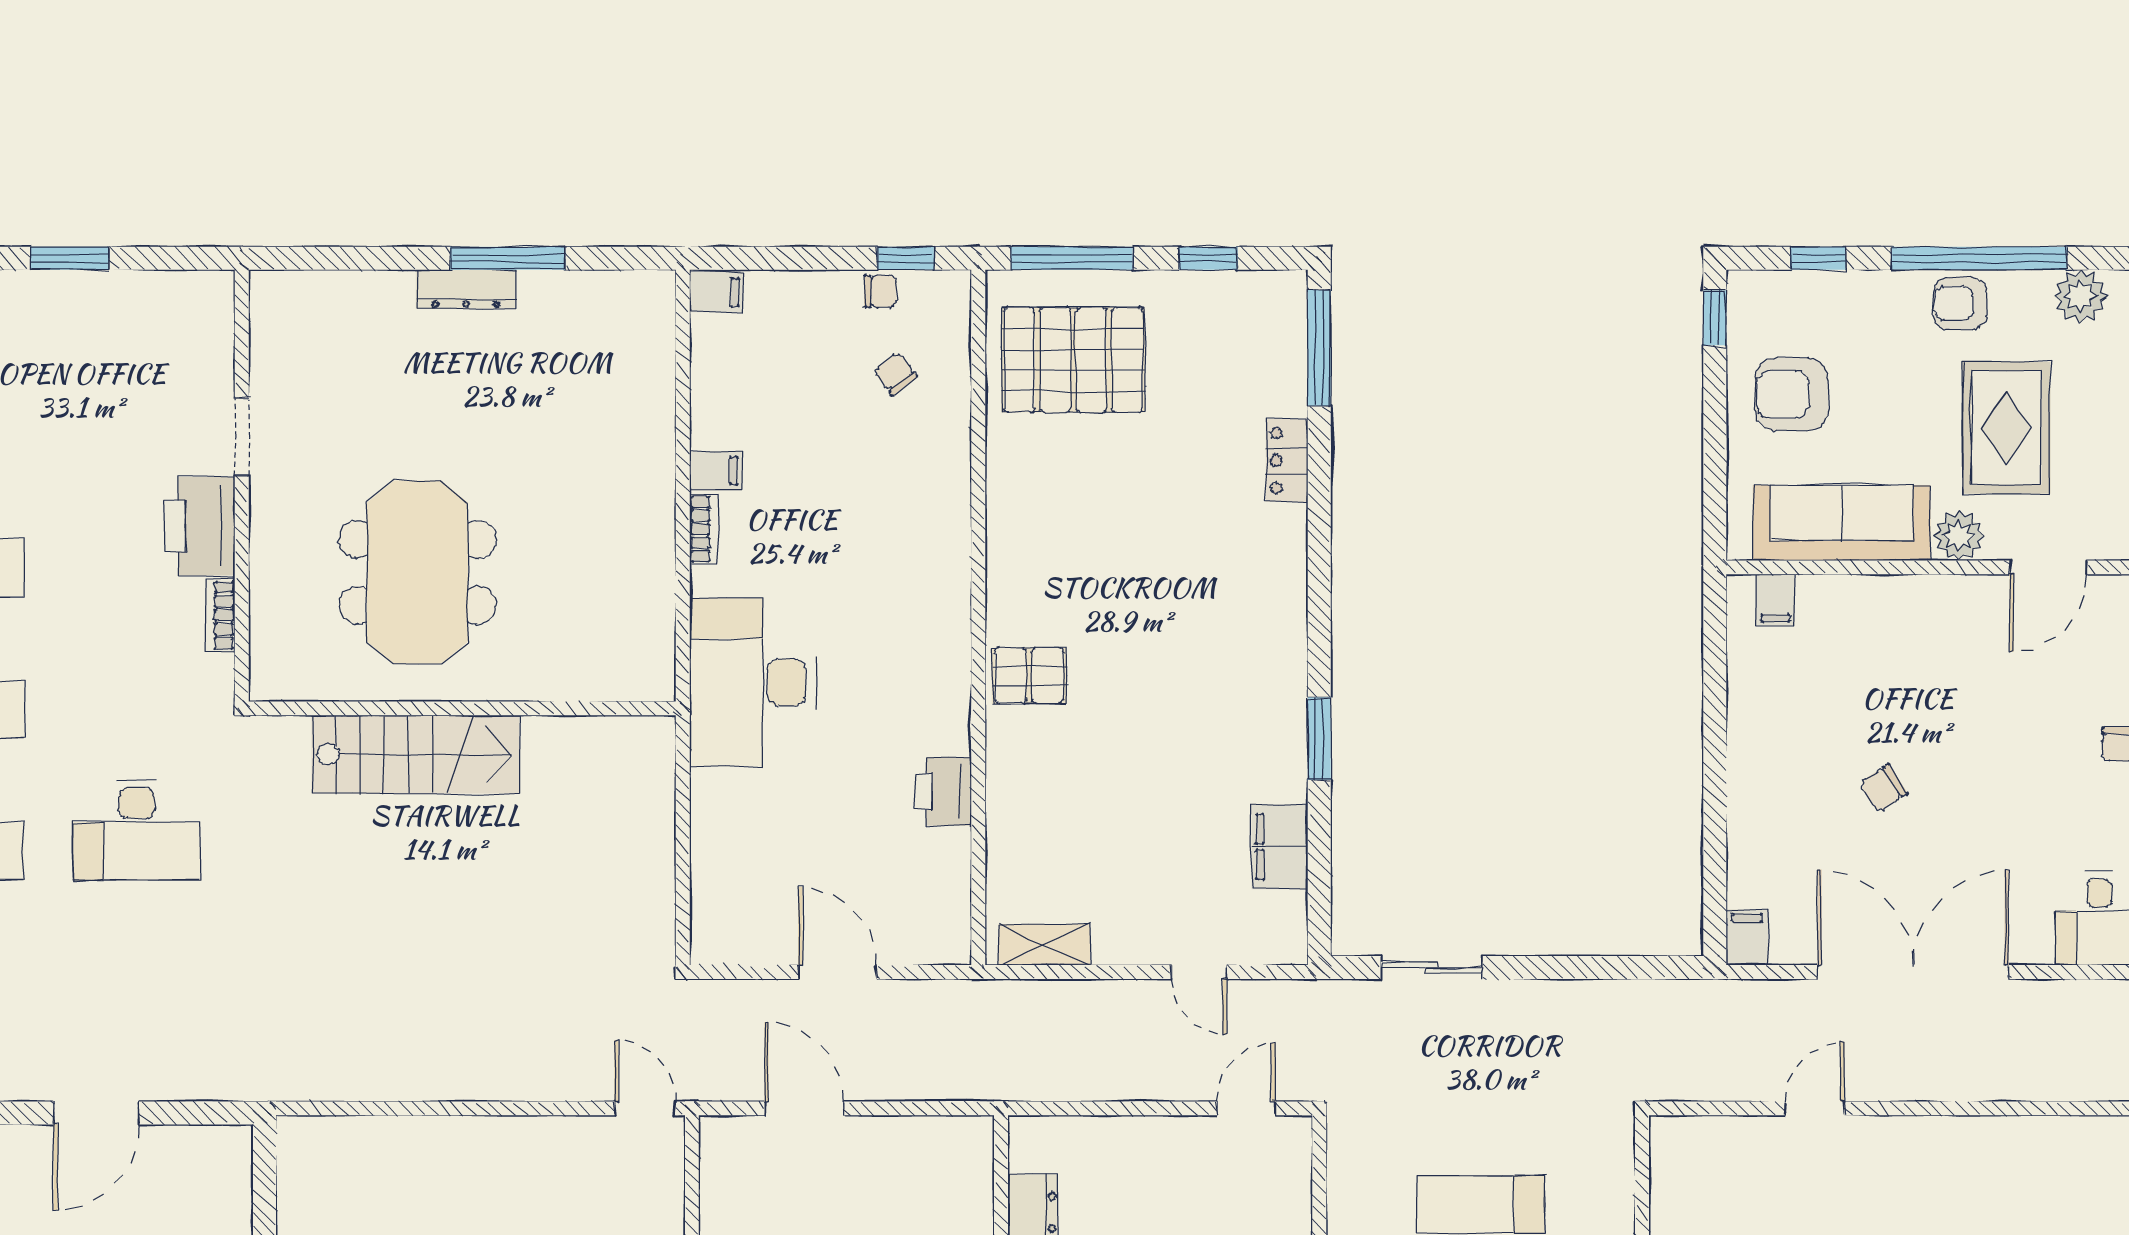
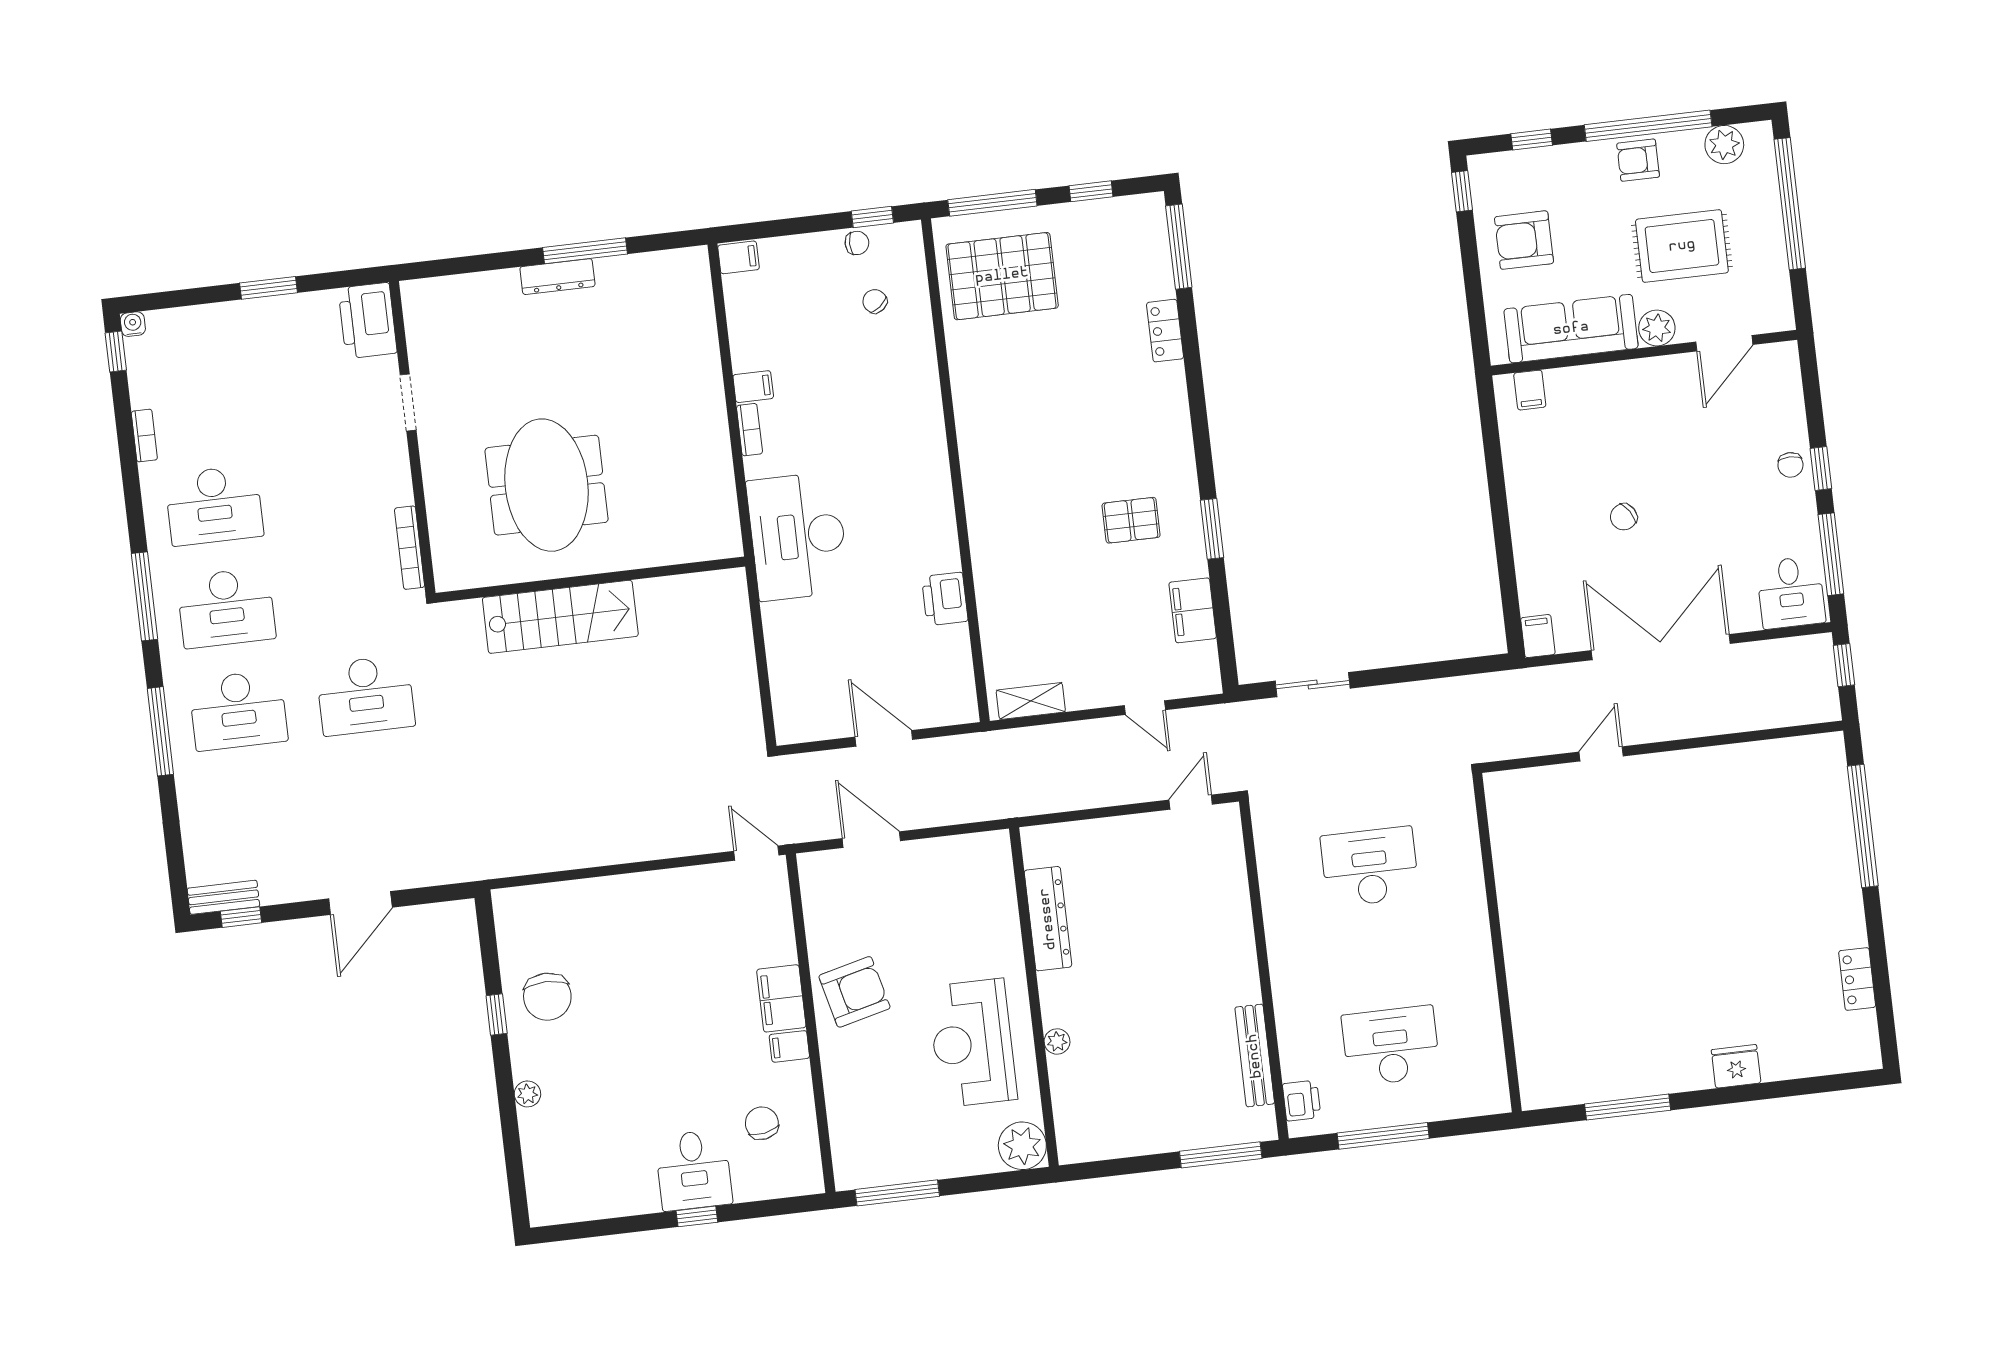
rug: (2006, 428) -> (1682, 246), turned 90
printer: (200, 526) -> (368, 321), moved
bookcase: (220, 615) -> (410, 548), width x1.56
pallet: (1029, 676) -> (1131, 520), moved

